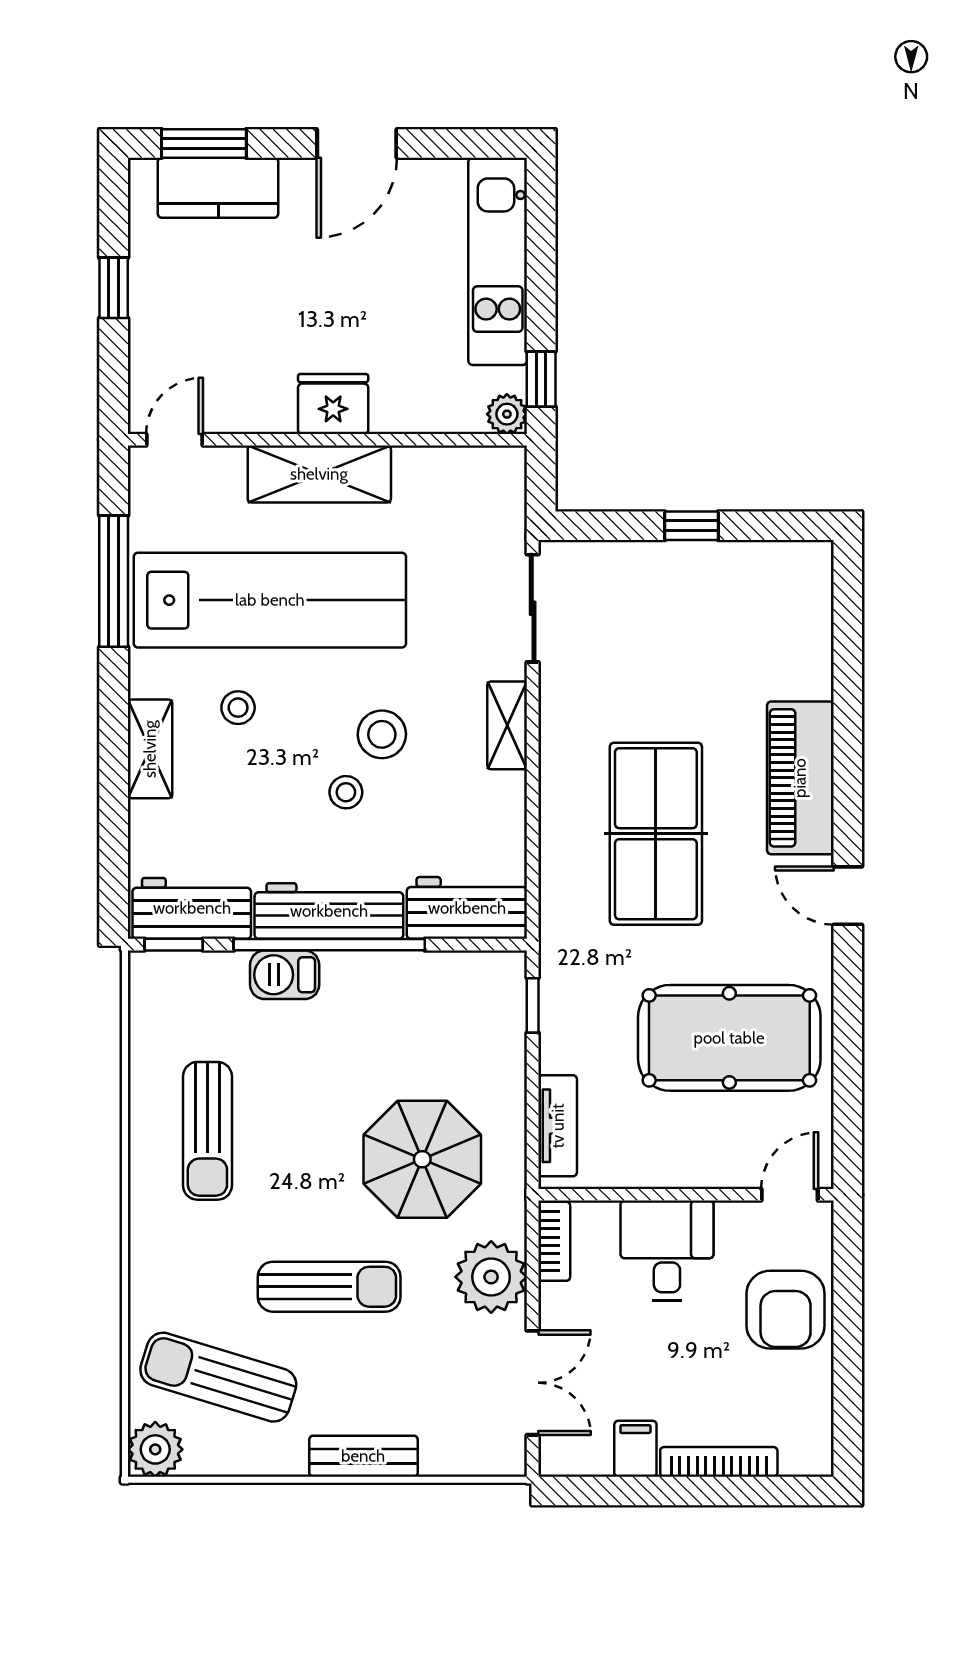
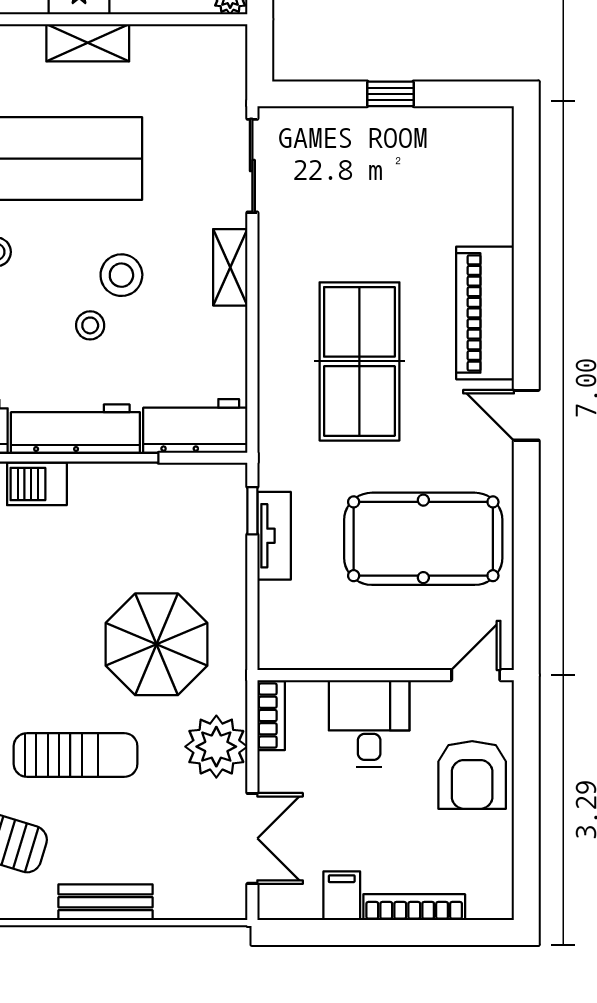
shelving: (319, 474) -> (88, 43), width x0.67, depth x0.75
tv unit: (558, 1126) -> (274, 536), moved

